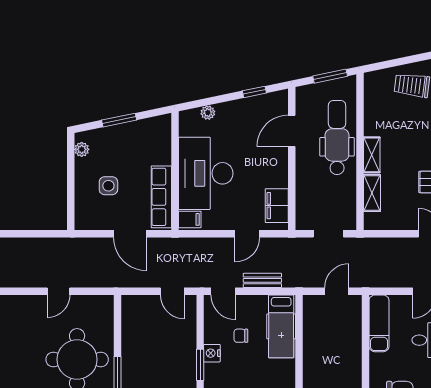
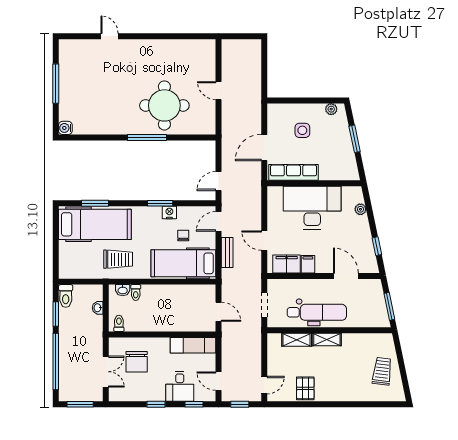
dental chair: (337, 137) -> (317, 312), moved
filing cabinet: (190, 219) -> (308, 264), moved, turned 180
hospital bed: (281, 326) -> (183, 263), width x1.37, depth x1.29

